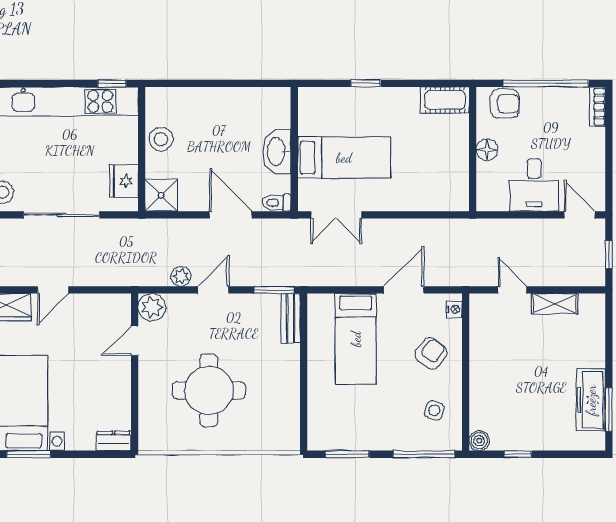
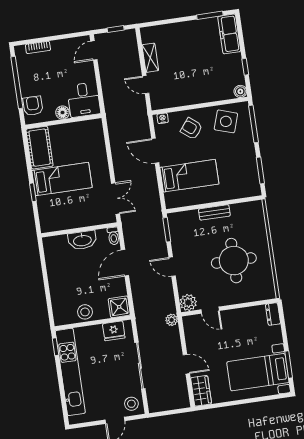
cot: (445, 100) -> (40, 148), width x1.37, depth x1.34
bookcase: (597, 107) -> (38, 47), moved
bed: (344, 158) -> (62, 179), moved, turned 90
desk: (534, 185) -> (84, 100), moved, turned 90
plant: (181, 276) -> (172, 320), moved
door: (512, 290) -> (146, 85), hinge flipped
bench: (291, 318) -> (214, 212), moved
freezer: (591, 400) -> (229, 34), moved, turned 90
side table: (434, 410) -> (226, 121), width x1.87, depth x1.87

